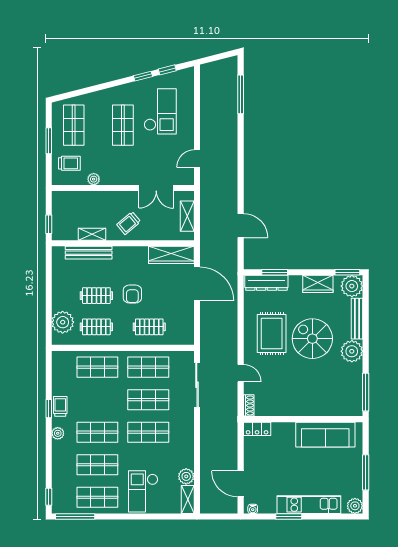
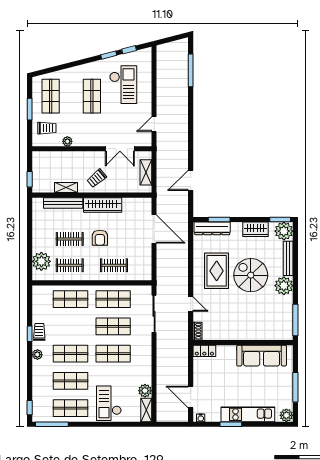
door: (241, 226) -> (191, 180), swing flipped
wardrobe: (171, 255) -> (103, 205), moved

